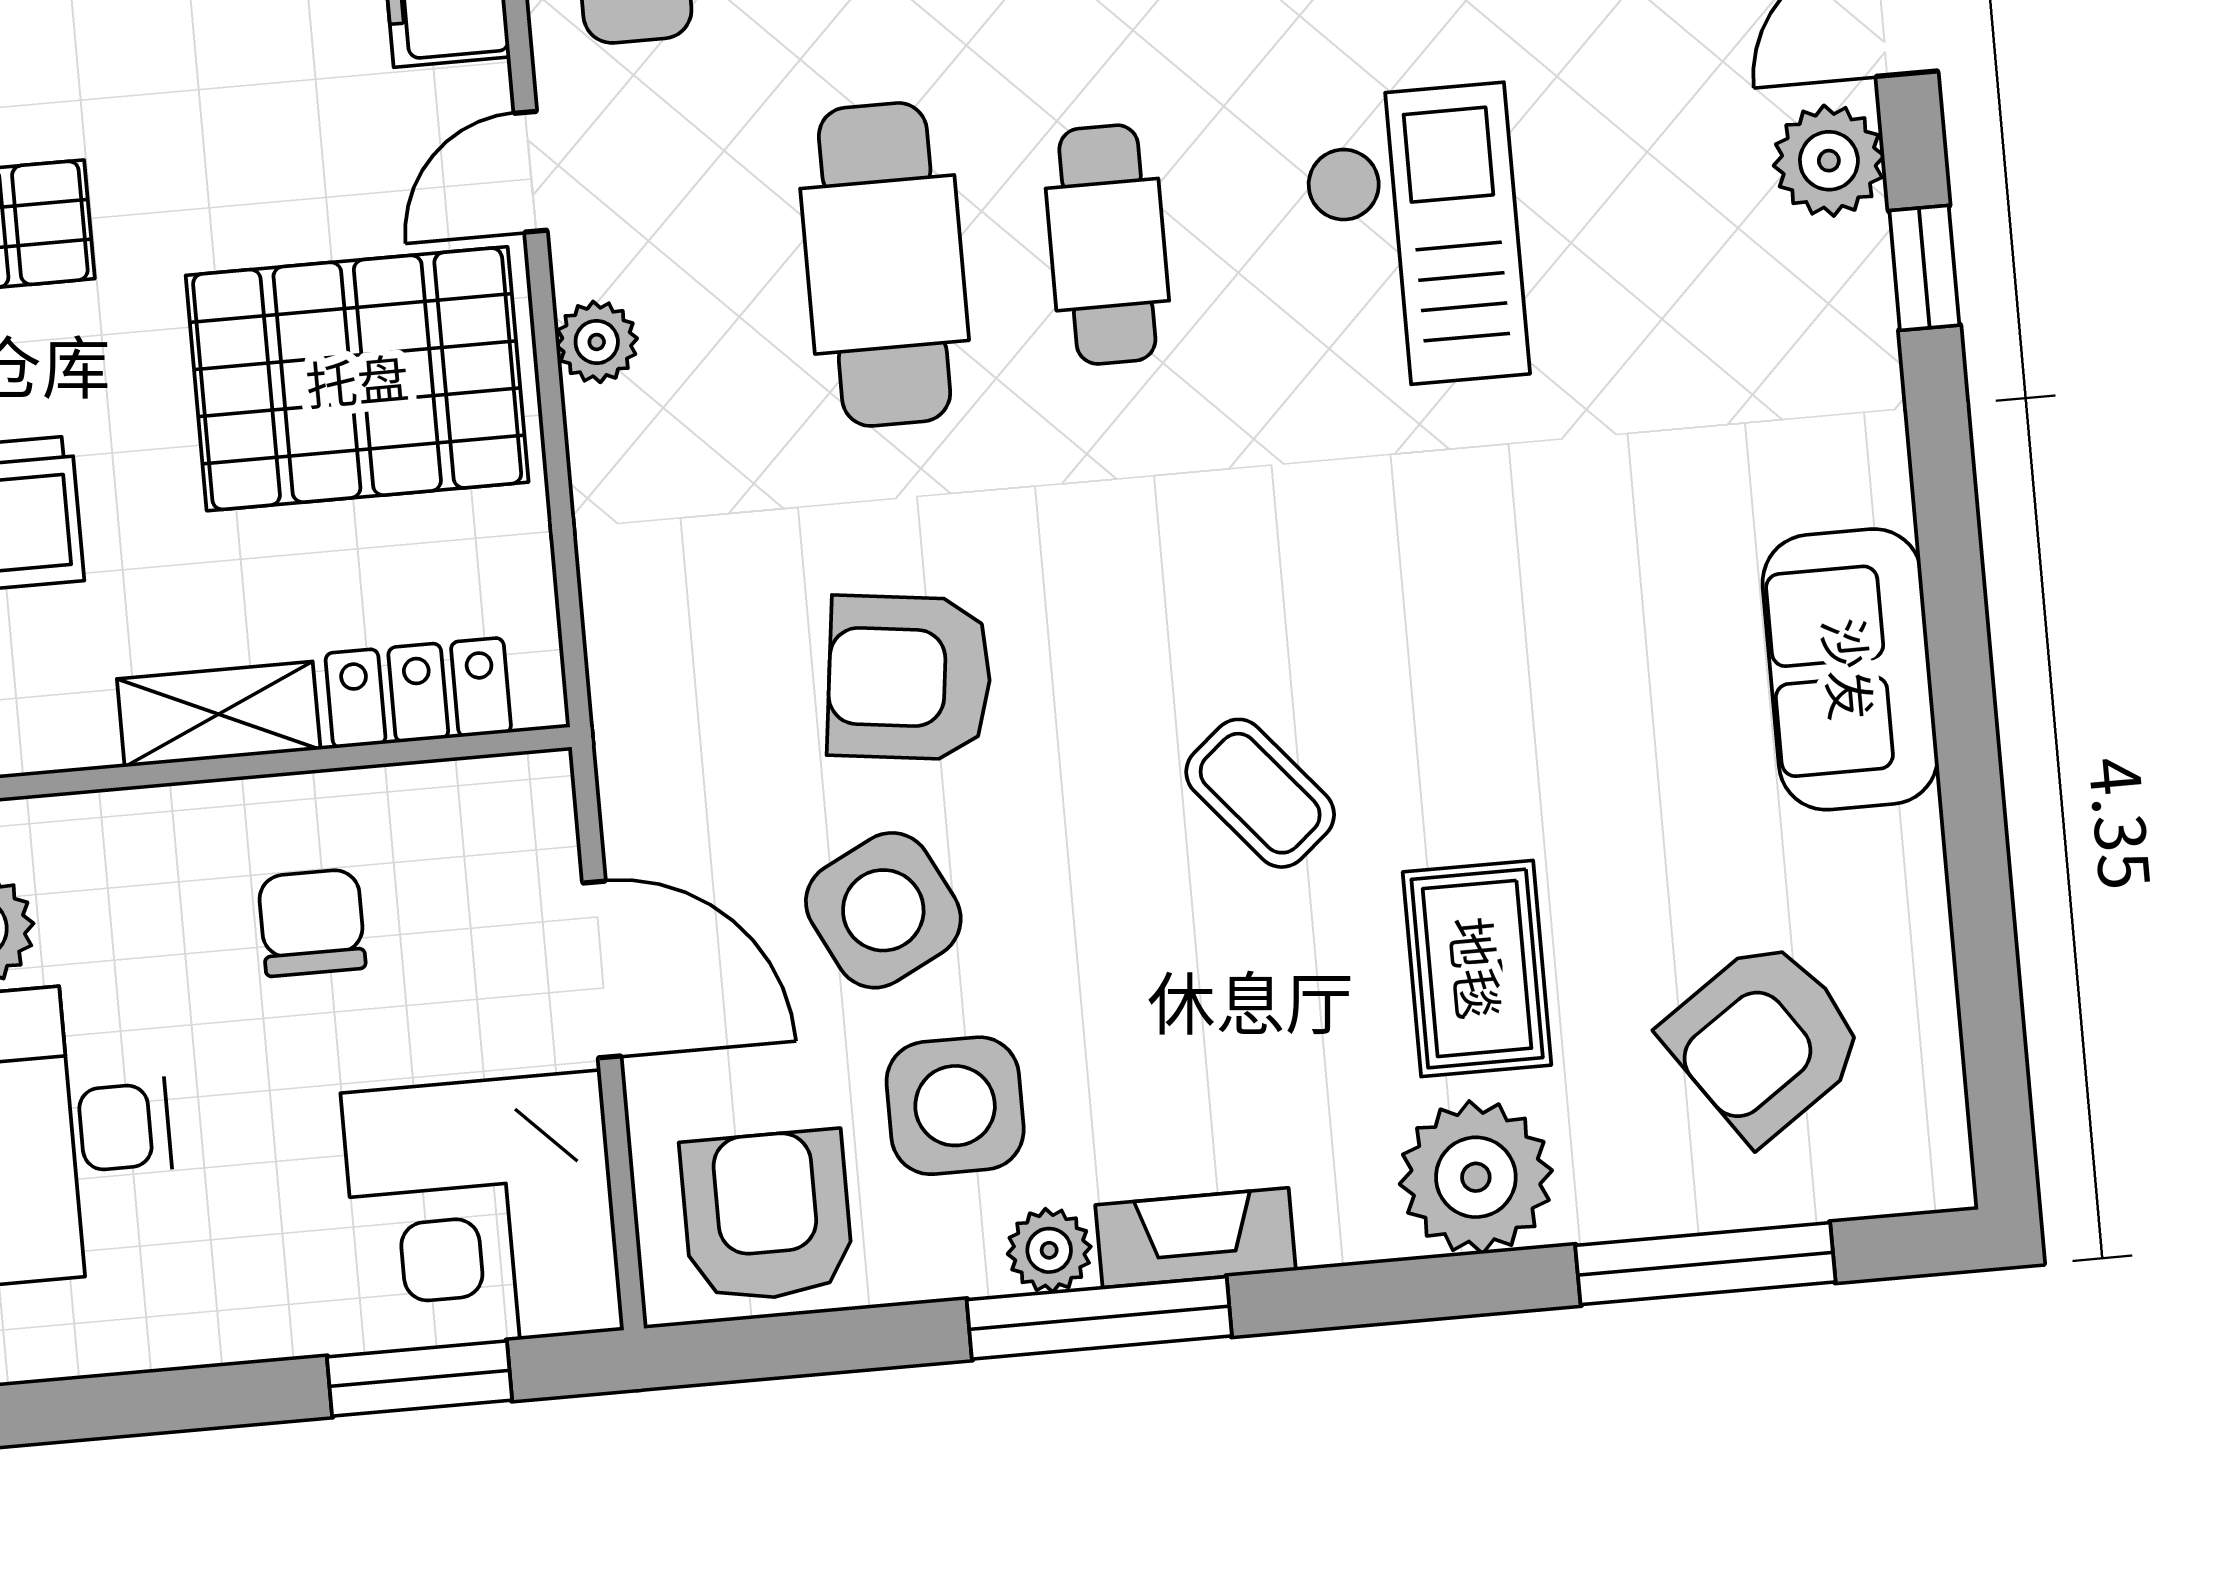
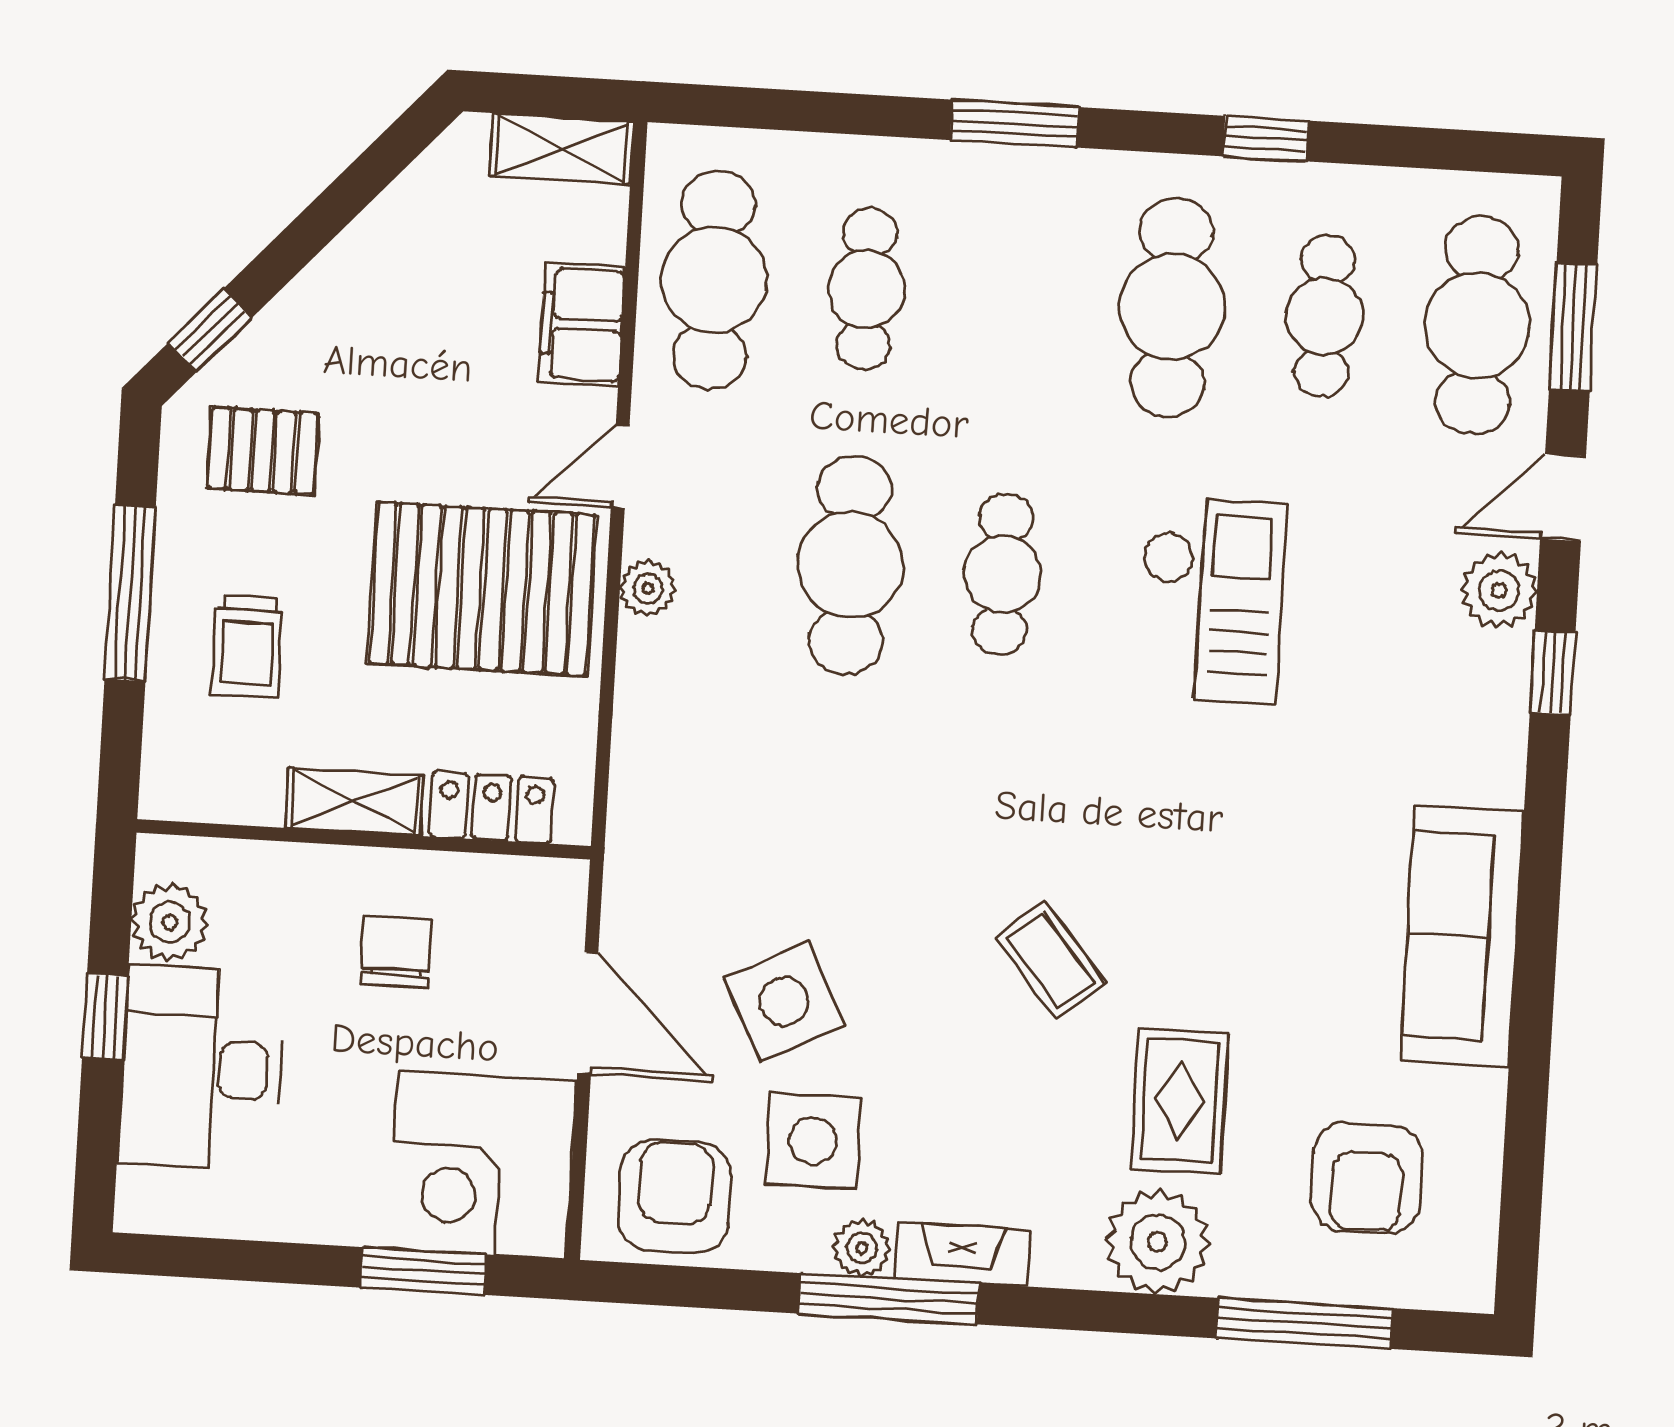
sofa: (1850, 669) -> (1462, 936), width x1.36
armchair: (909, 678) -> (825, 847), removed
armchair: (1765, 1040) -> (1367, 1178), turned -55

